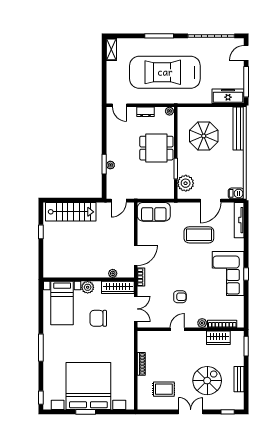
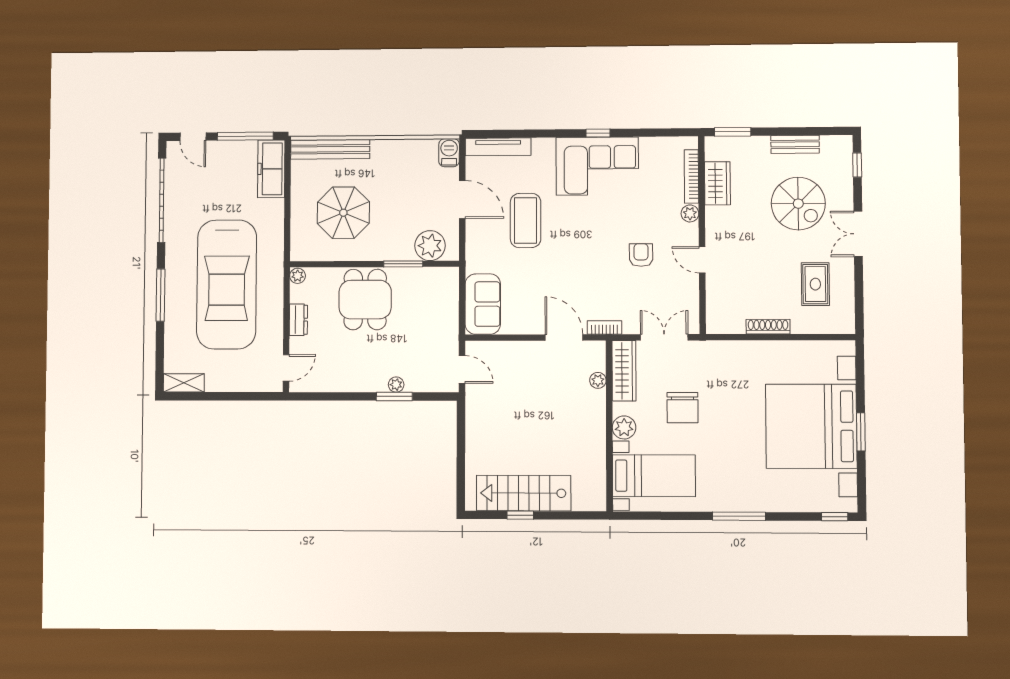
stairs: (71, 212) -> (524, 493), moved, turned -90
spiral stairs: (207, 381) -> (798, 204), turned 180

